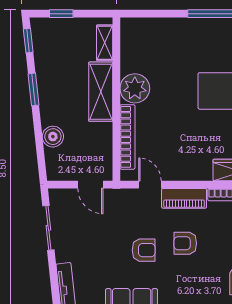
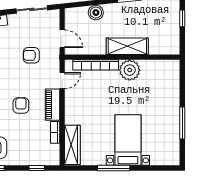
shelving: (105, 43) -> (162, 49), removed
door: (90, 185) -> (62, 39), swing flipped
armchair: (144, 250) -> (31, 55), moved, turned 90

